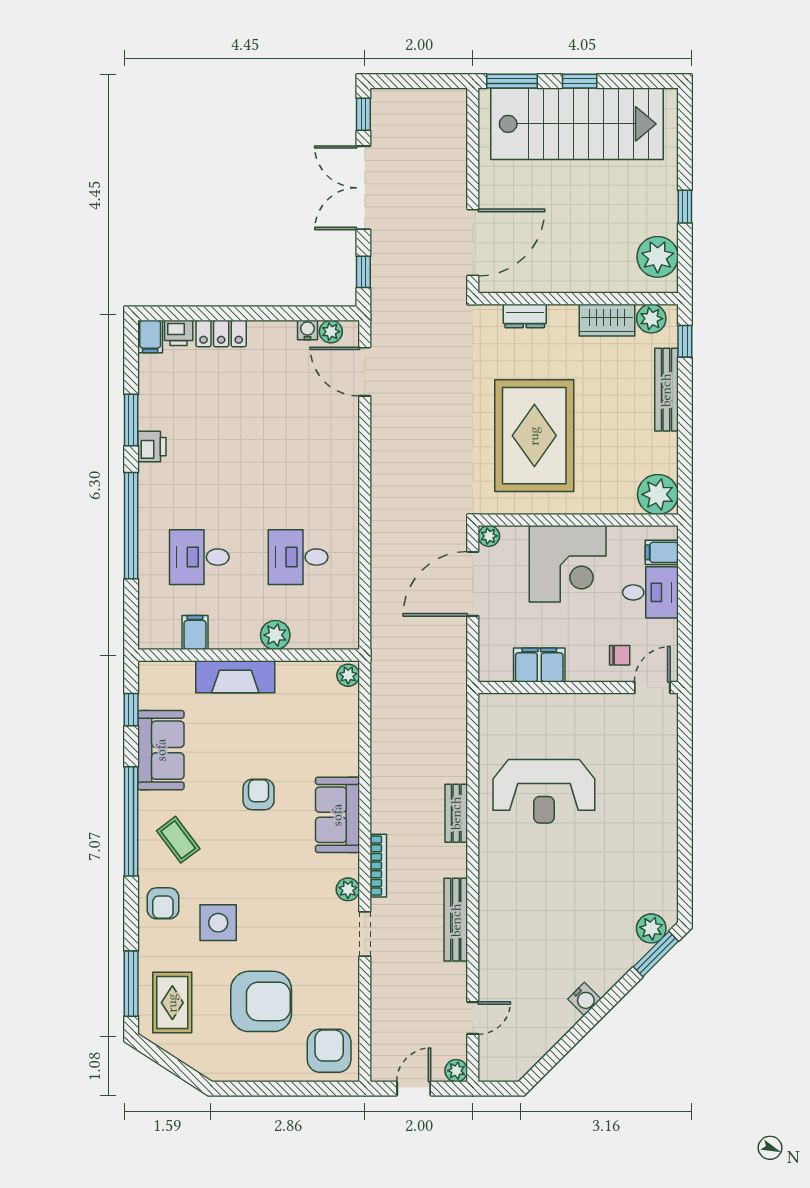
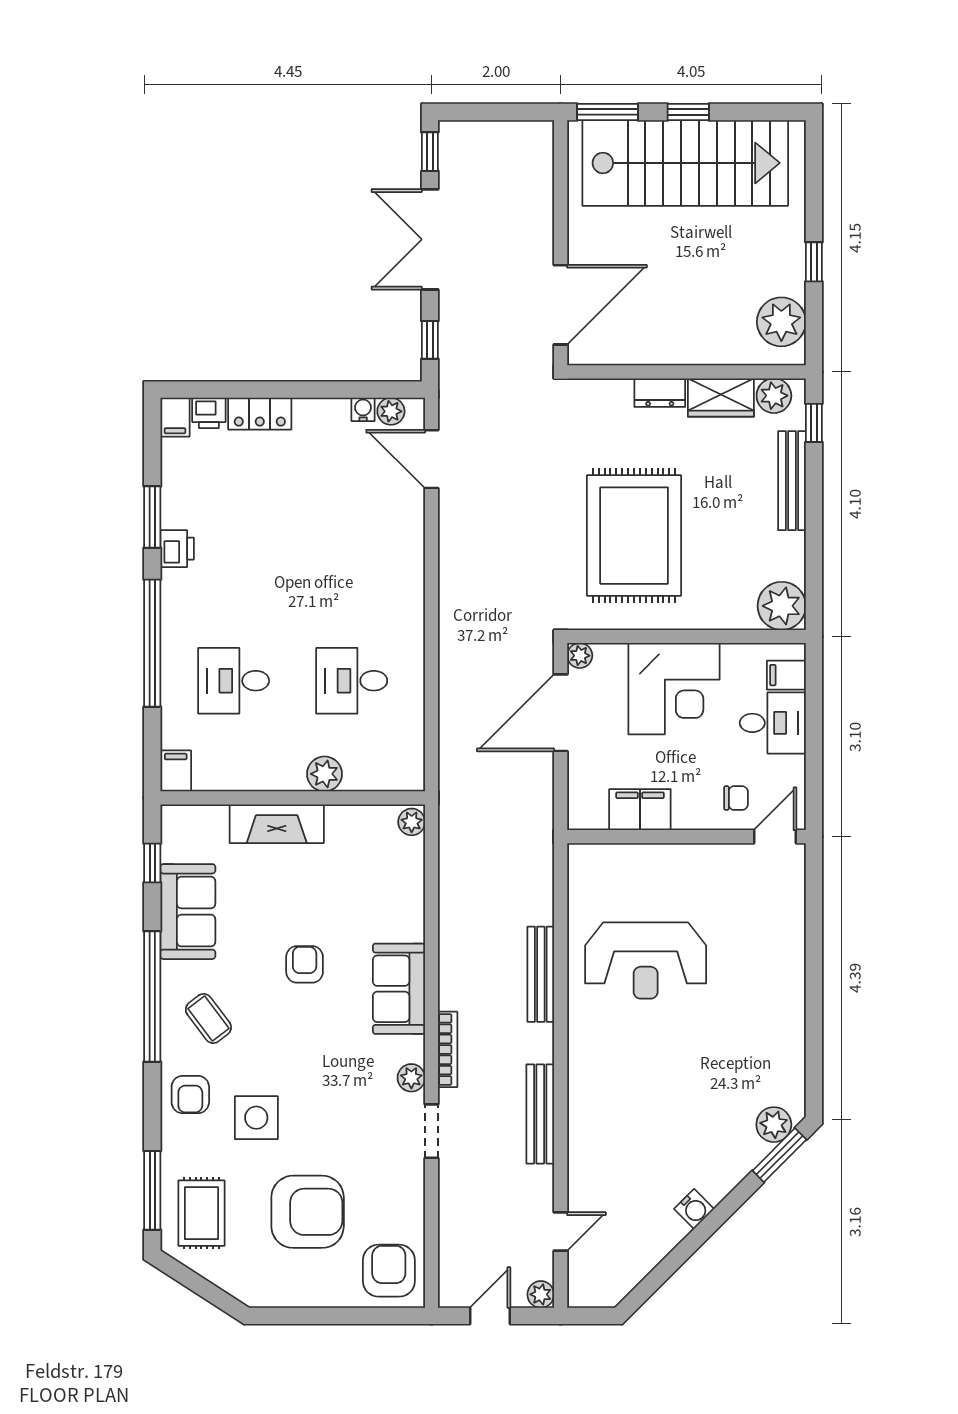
dresser: (525, 316) -> (660, 393), moved
filing cabinet: (195, 633) -> (176, 771), moved
bench: (456, 813) -> (541, 974), width x1.36

